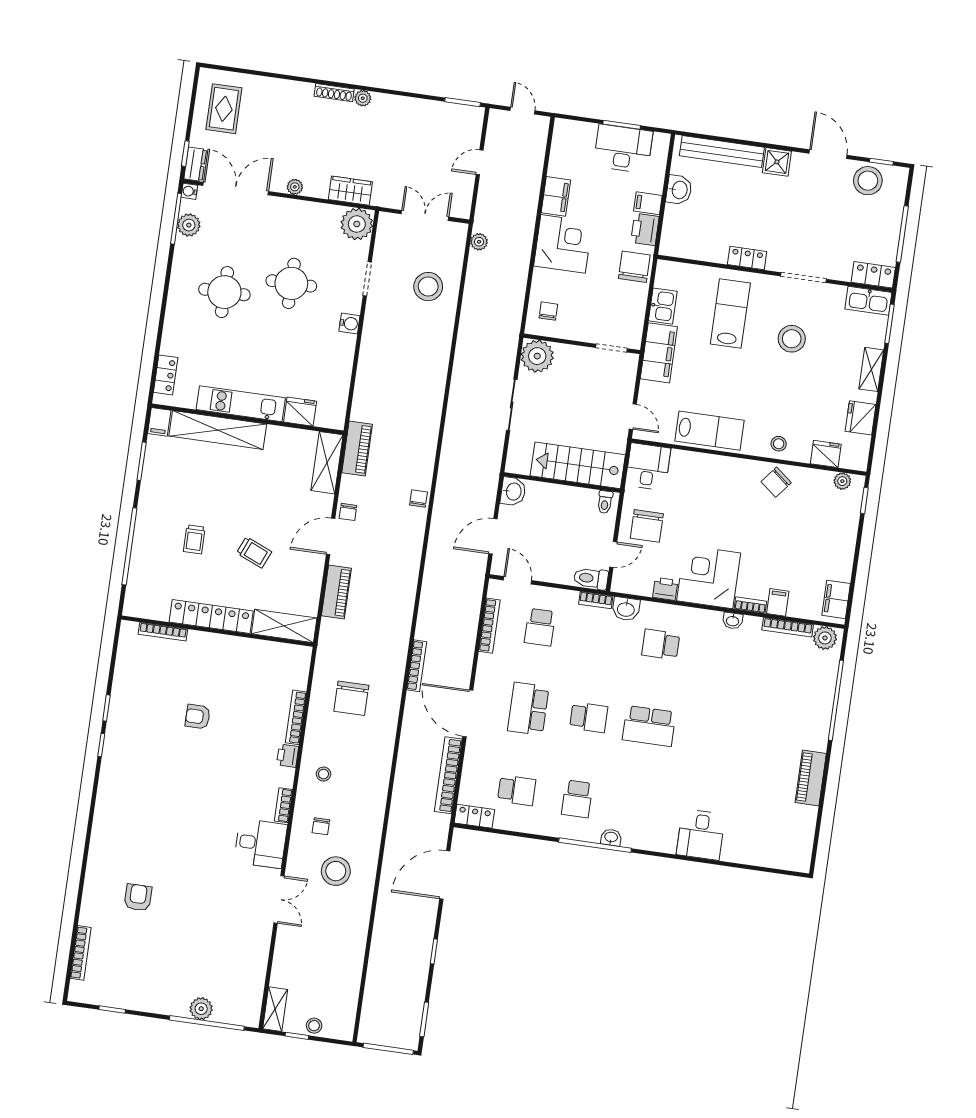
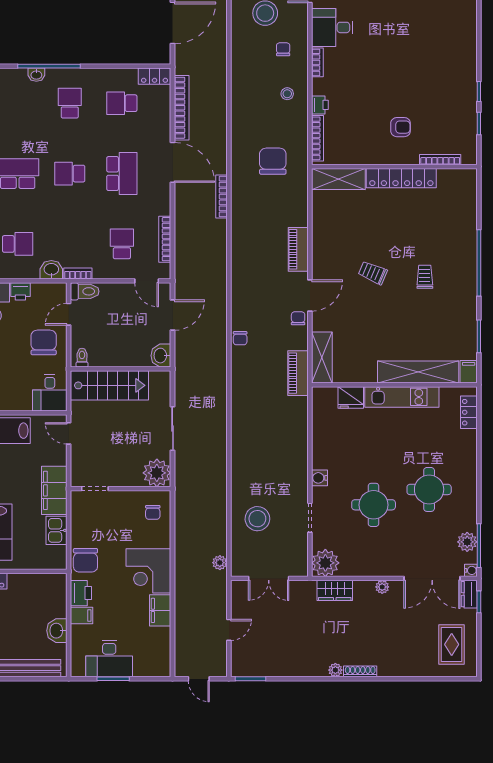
locker: (211, 617) -> (401, 178), moved
shelving: (284, 626) -> (338, 179), moved
wall: (217, 631) -> (394, 167), moved
bookcase: (163, 632) -> (440, 160), moved

